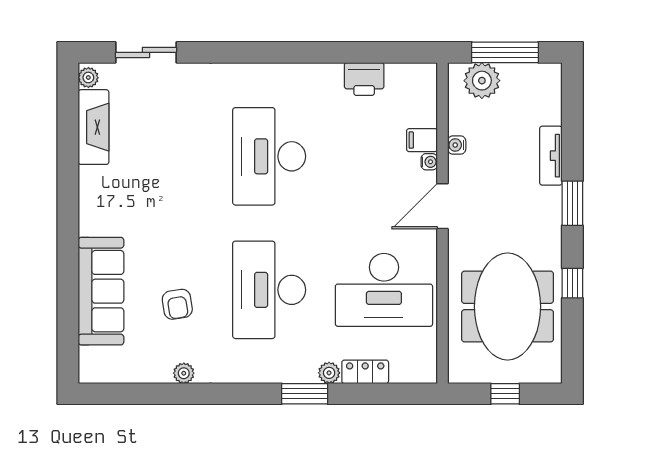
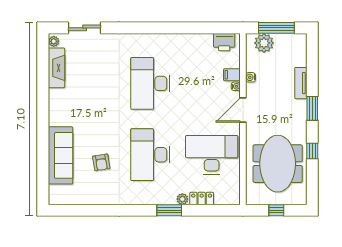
printer: (364, 79) -> (224, 42), moved
desk: (384, 290) -> (212, 155), turned 180
plant: (184, 373) -> (105, 199), removed

